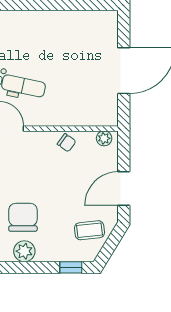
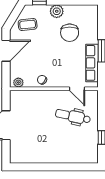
plant: (24, 251) -> (57, 11), moved

